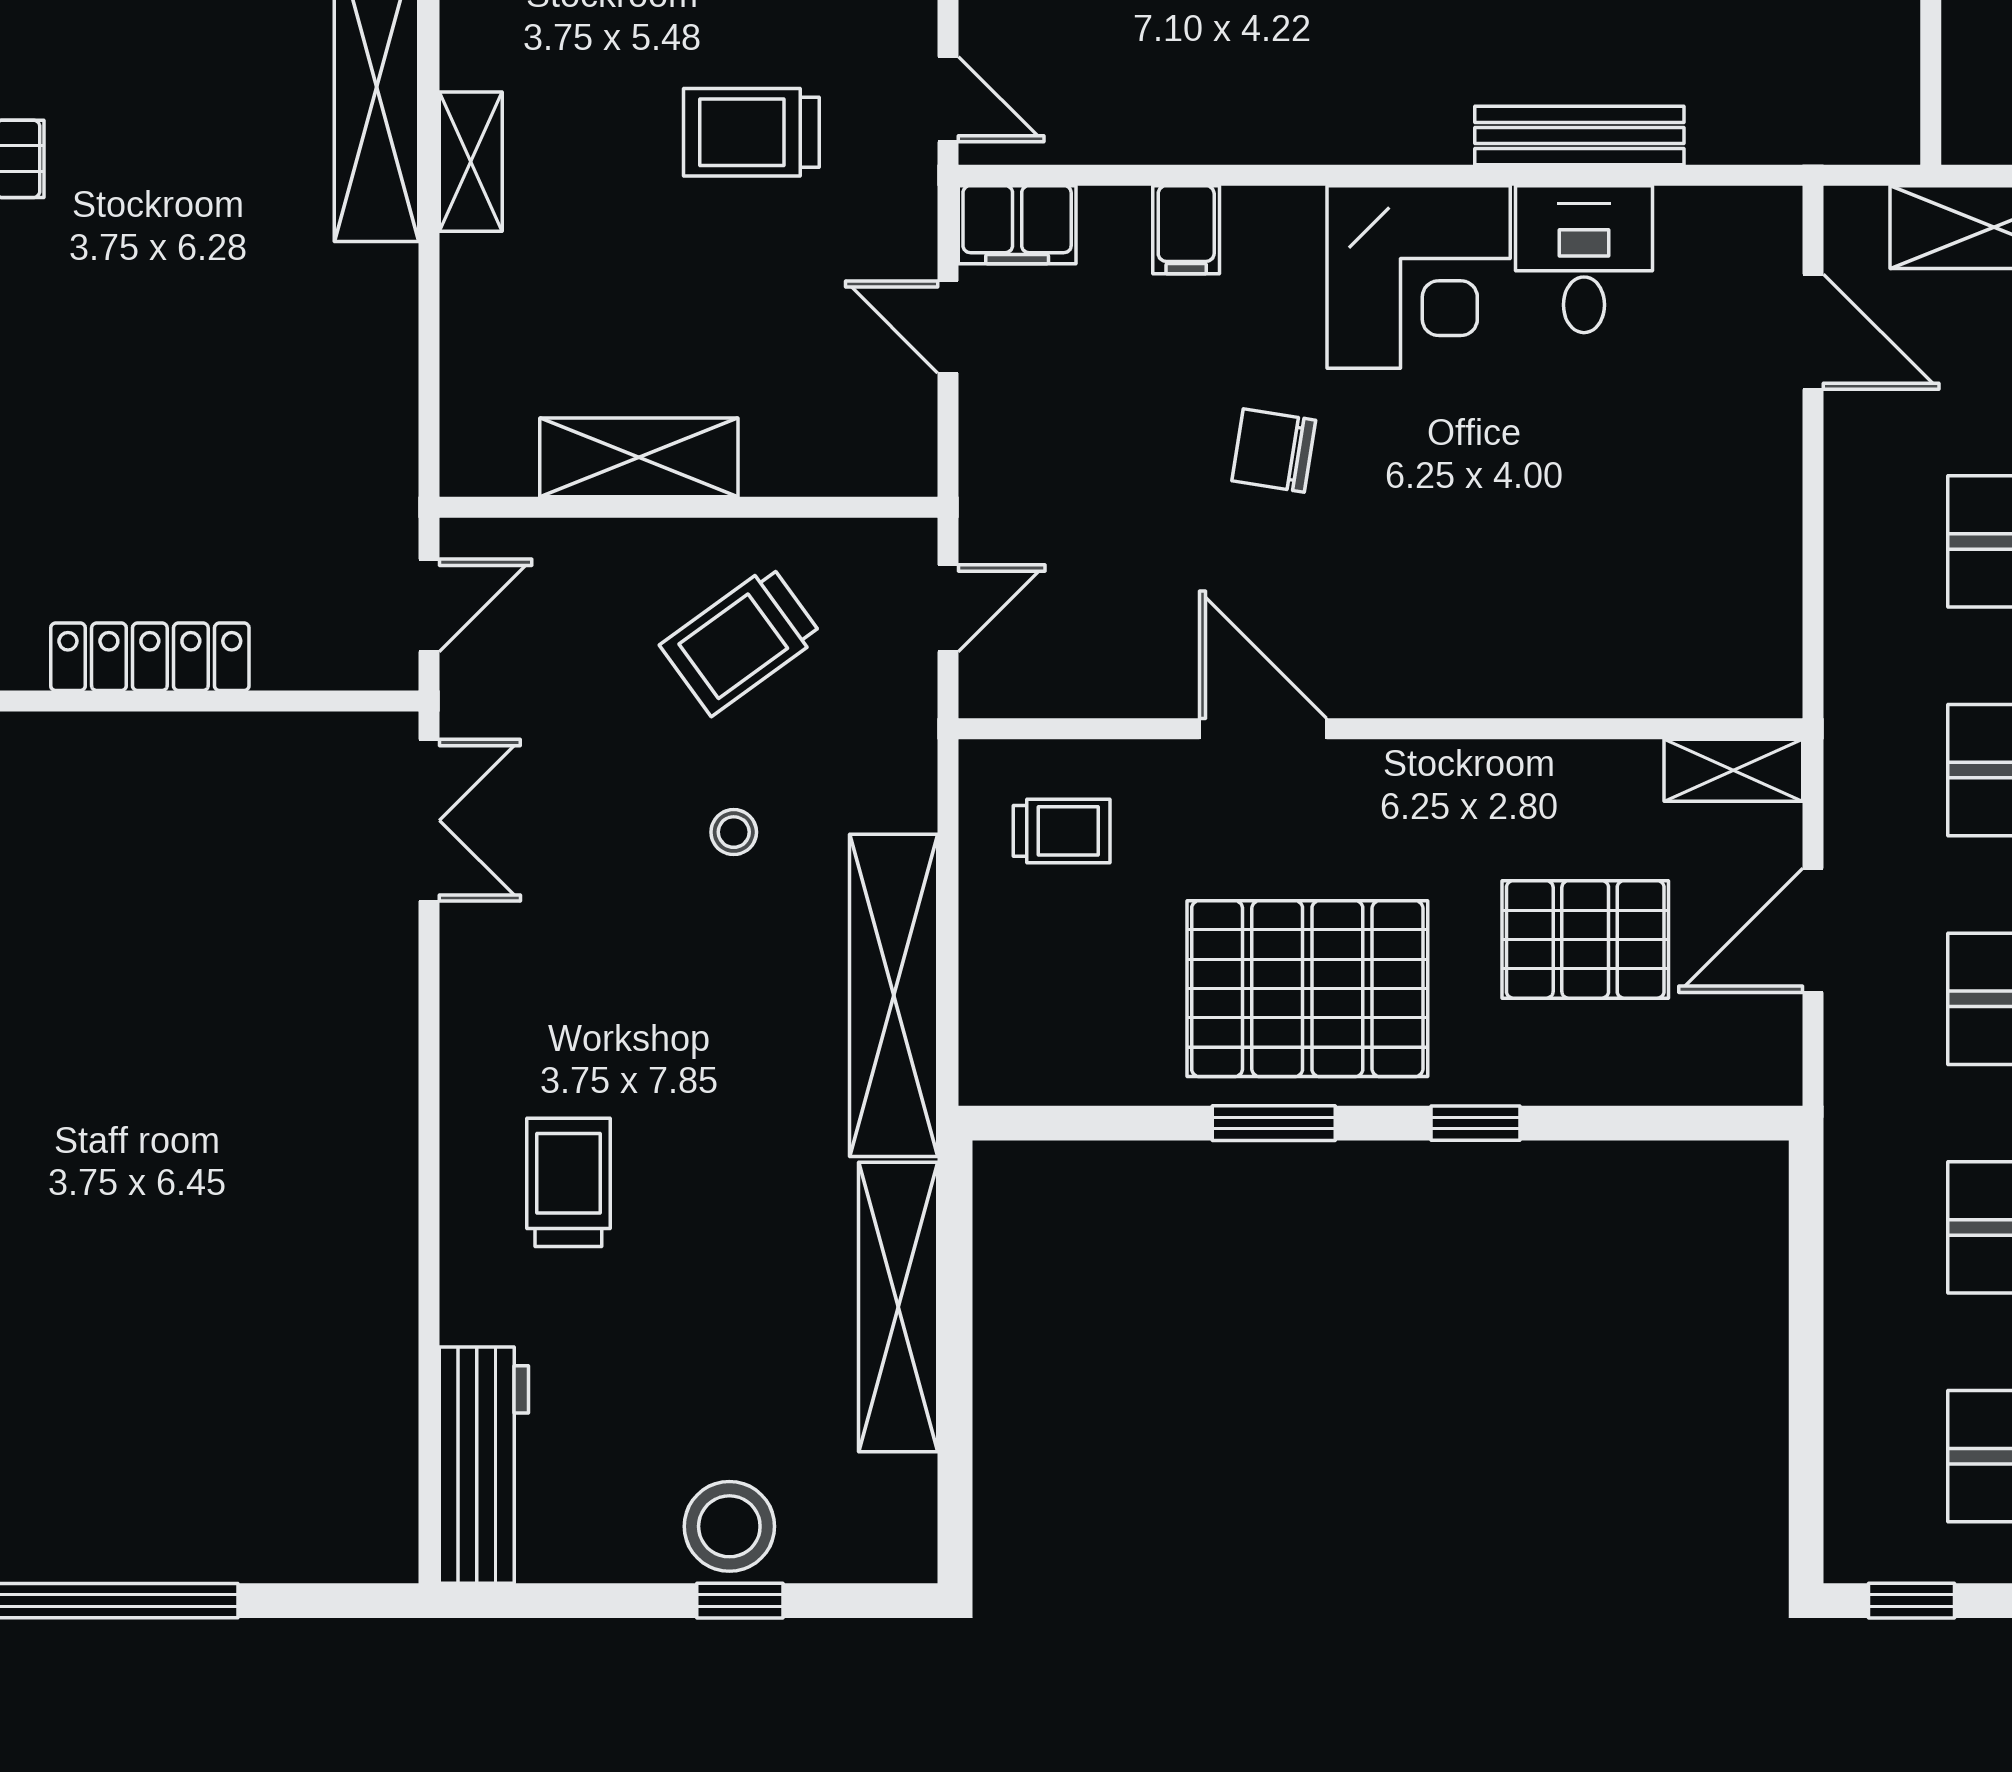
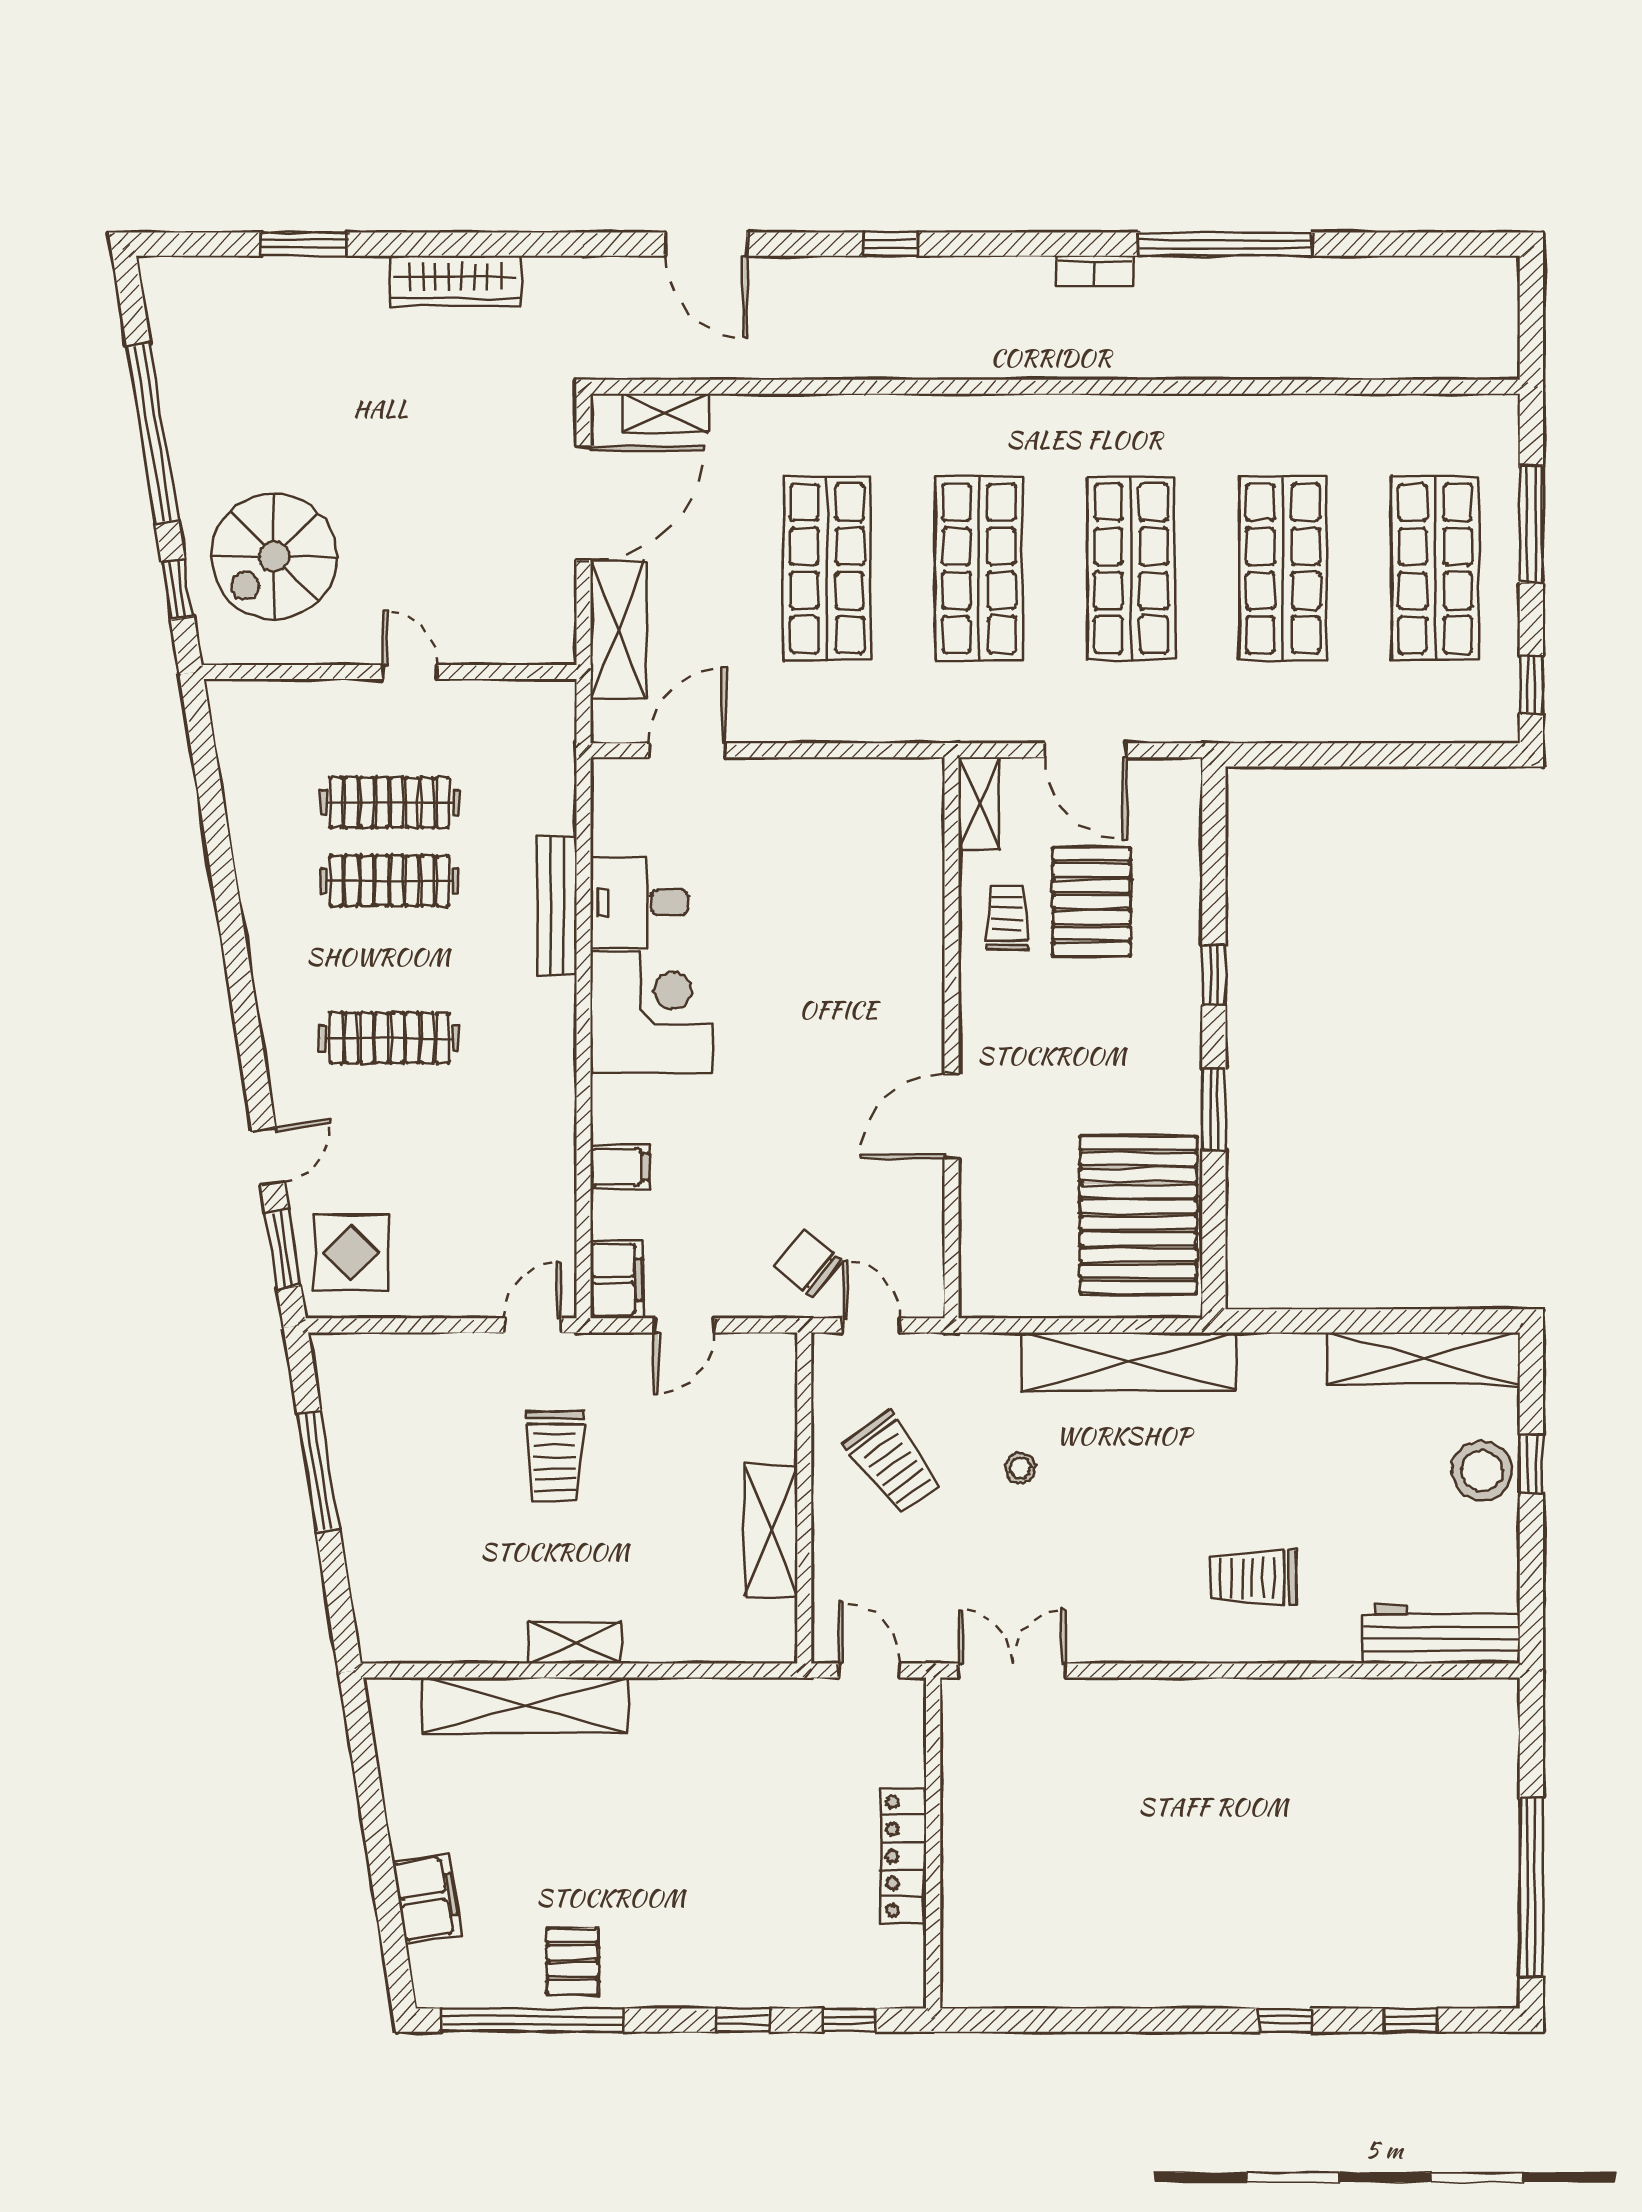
chair: (1274, 450) -> (808, 1264), moved, turned 120
trolley: (1062, 831) -> (1007, 918), moved
pallet: (1307, 989) -> (1138, 1215), moved
shelving: (898, 1307) -> (1424, 1359), moved

